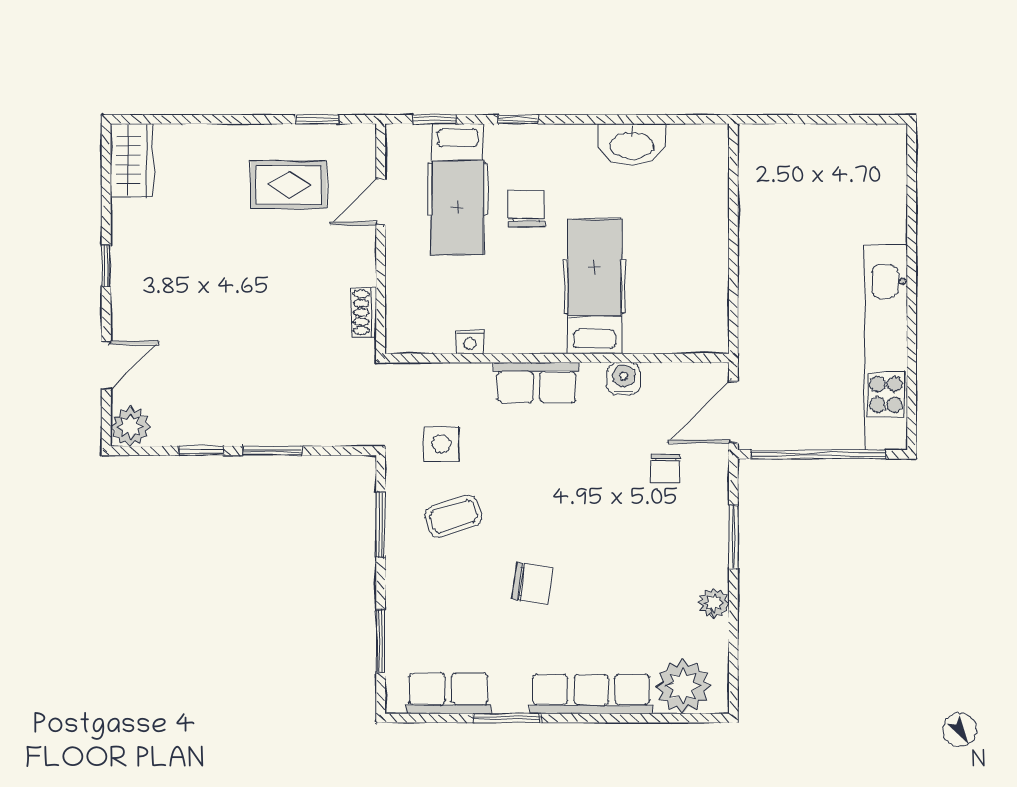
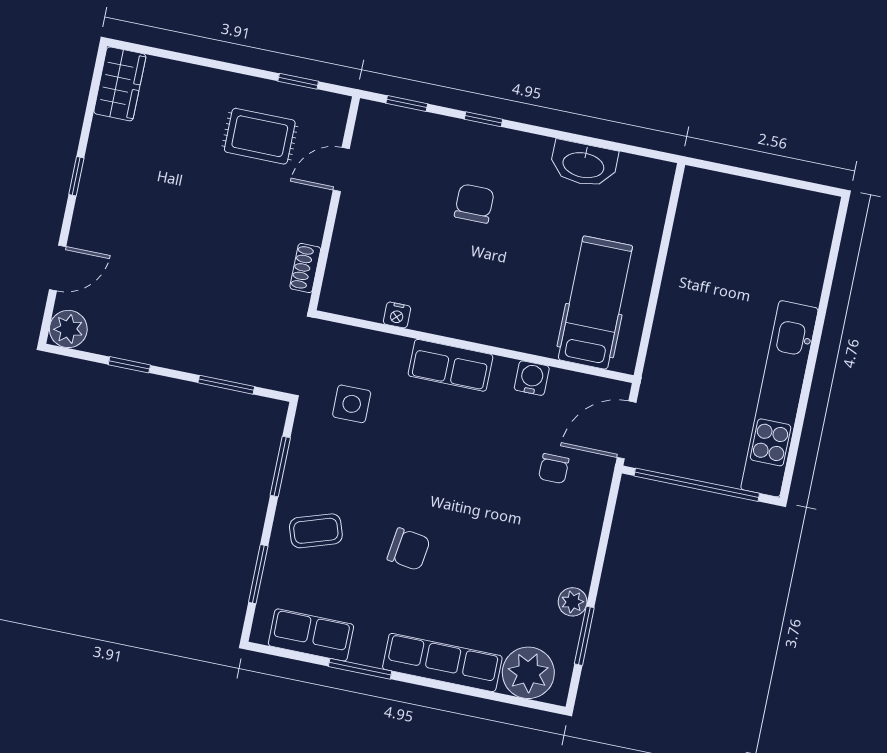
hospital bed: (458, 189) -> (415, 172), removed
hospital bed: (594, 286) -> (595, 303), moved
window: (273, 451) -> (226, 385), moved
coffee table: (453, 516) -> (316, 531), moved
window: (733, 537) -> (584, 636), moved

